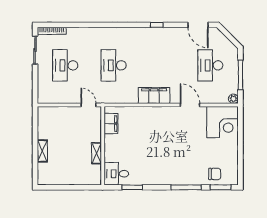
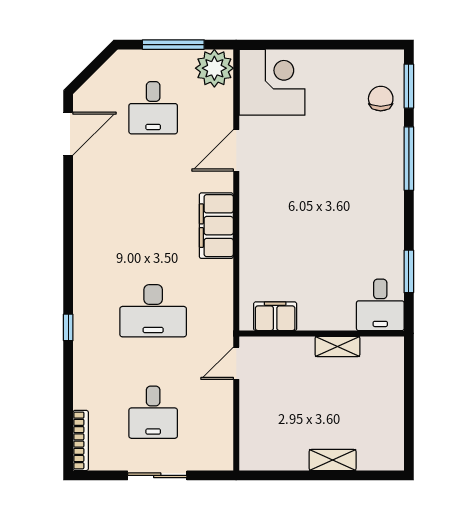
window: (157, 25) -> (68, 327), moved
sliding door: (35, 50) -> (157, 475), moved
desk: (65, 65) -> (153, 412), width x0.73
desk: (210, 65) -> (153, 108), width x0.73
plant: (233, 99) -> (214, 68), width x1.88, depth x1.88

